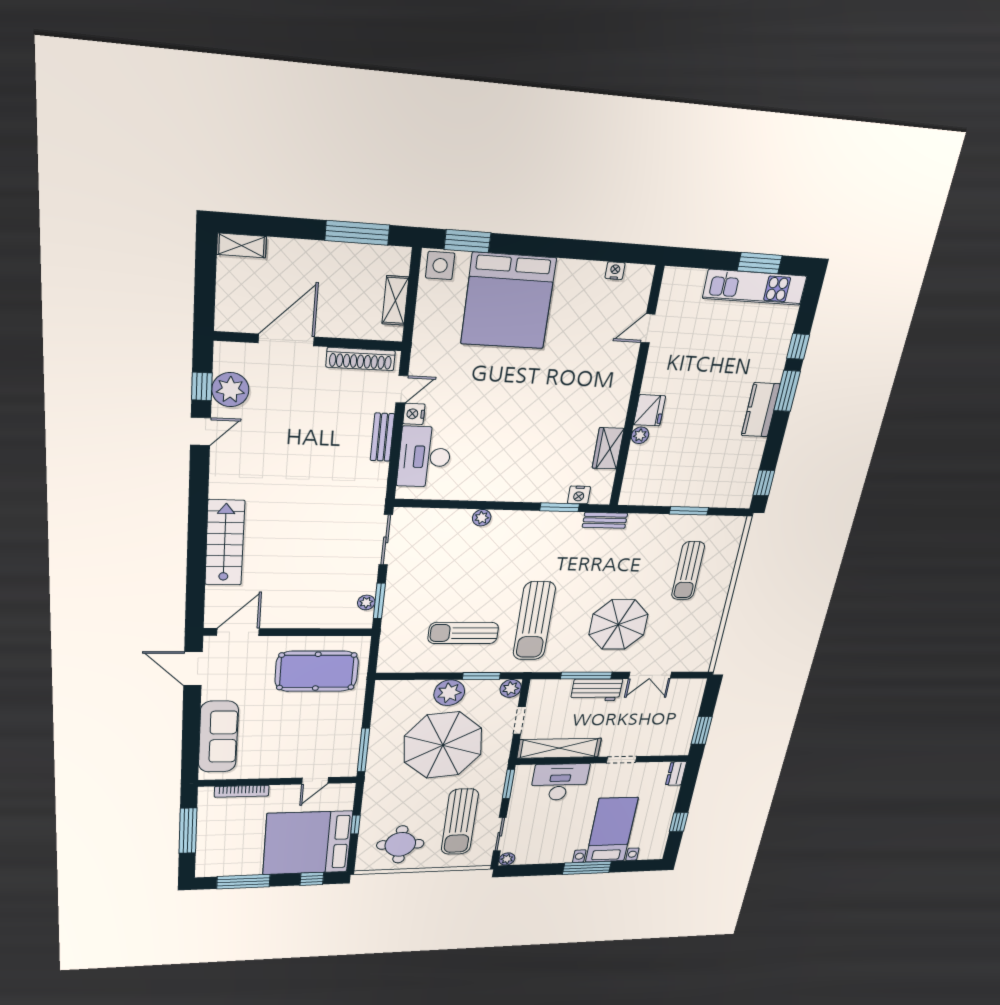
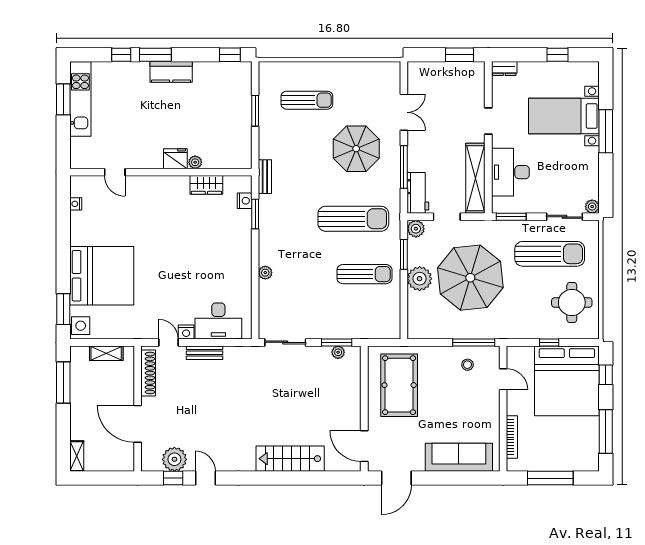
sun lounger: (463, 633) -> (364, 274), turned -90
workbench: (596, 690) -> (418, 193), moved
stool: (336, 744) -> (467, 365), added

